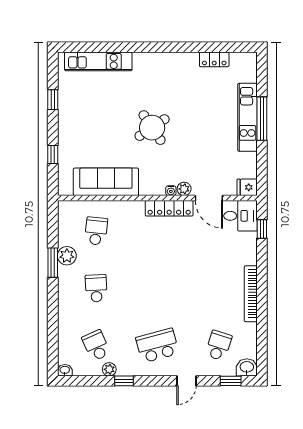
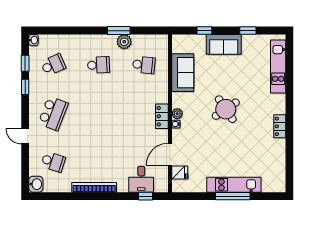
locker: (214, 59) -> (280, 126), moved
sofa: (70, 130) -> (224, 44), added
sofa: (106, 182) -> (183, 73), width x0.73
fridge: (247, 187) -> (180, 172), moved, turned 90
plant: (184, 189) -> (177, 114), moved
locker: (169, 208) -> (162, 116), width x0.66
desk: (241, 216) -> (141, 179), moved
school desk: (157, 346) -> (53, 113), turned 36
plant: (109, 369) -> (34, 75), removed
window: (231, 381) -> (25, 63), moved

